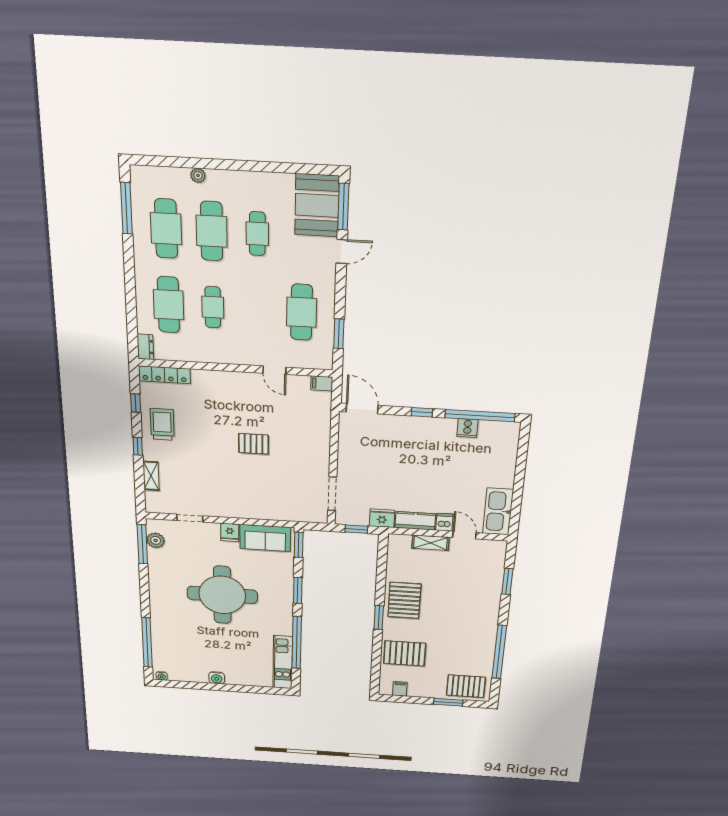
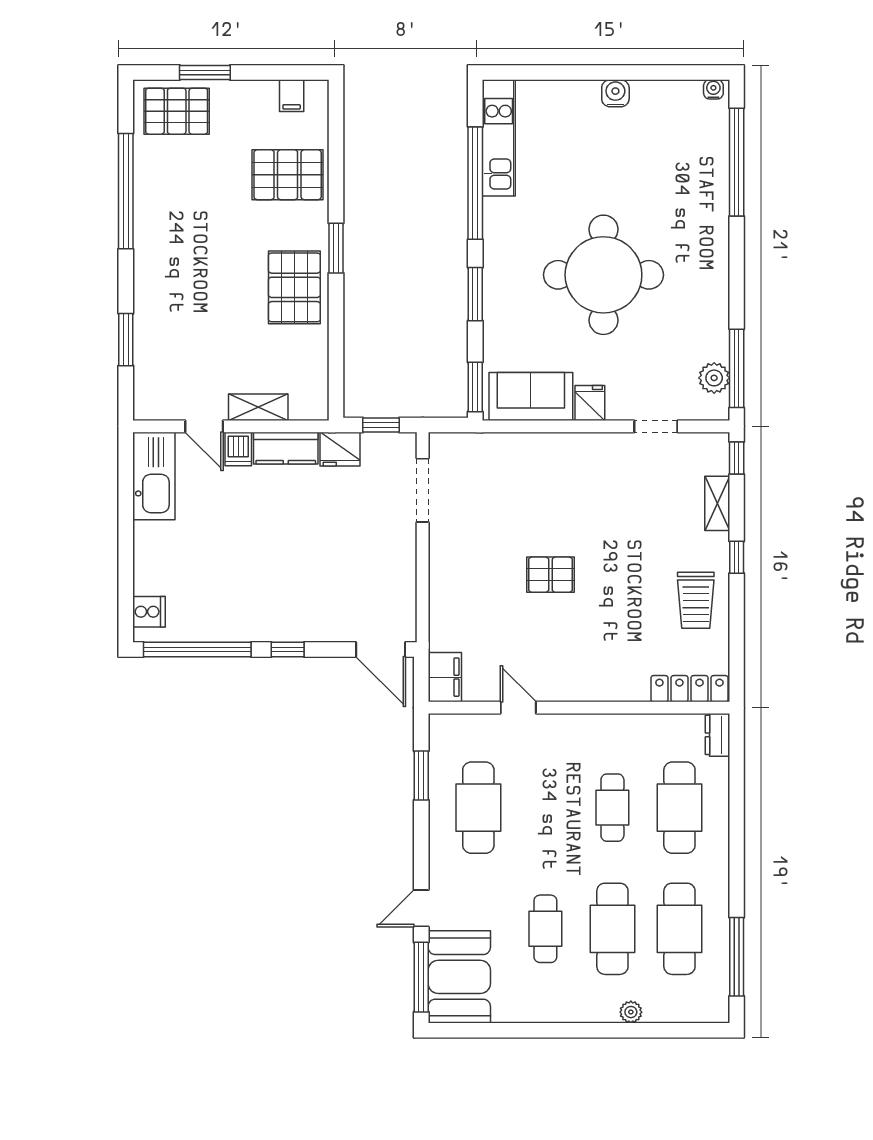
filing cabinet: (322, 383) -> (445, 677), width x2.00
window: (136, 403) -> (737, 458), moved
cooker: (467, 428) -> (149, 612), moved, turned 90

